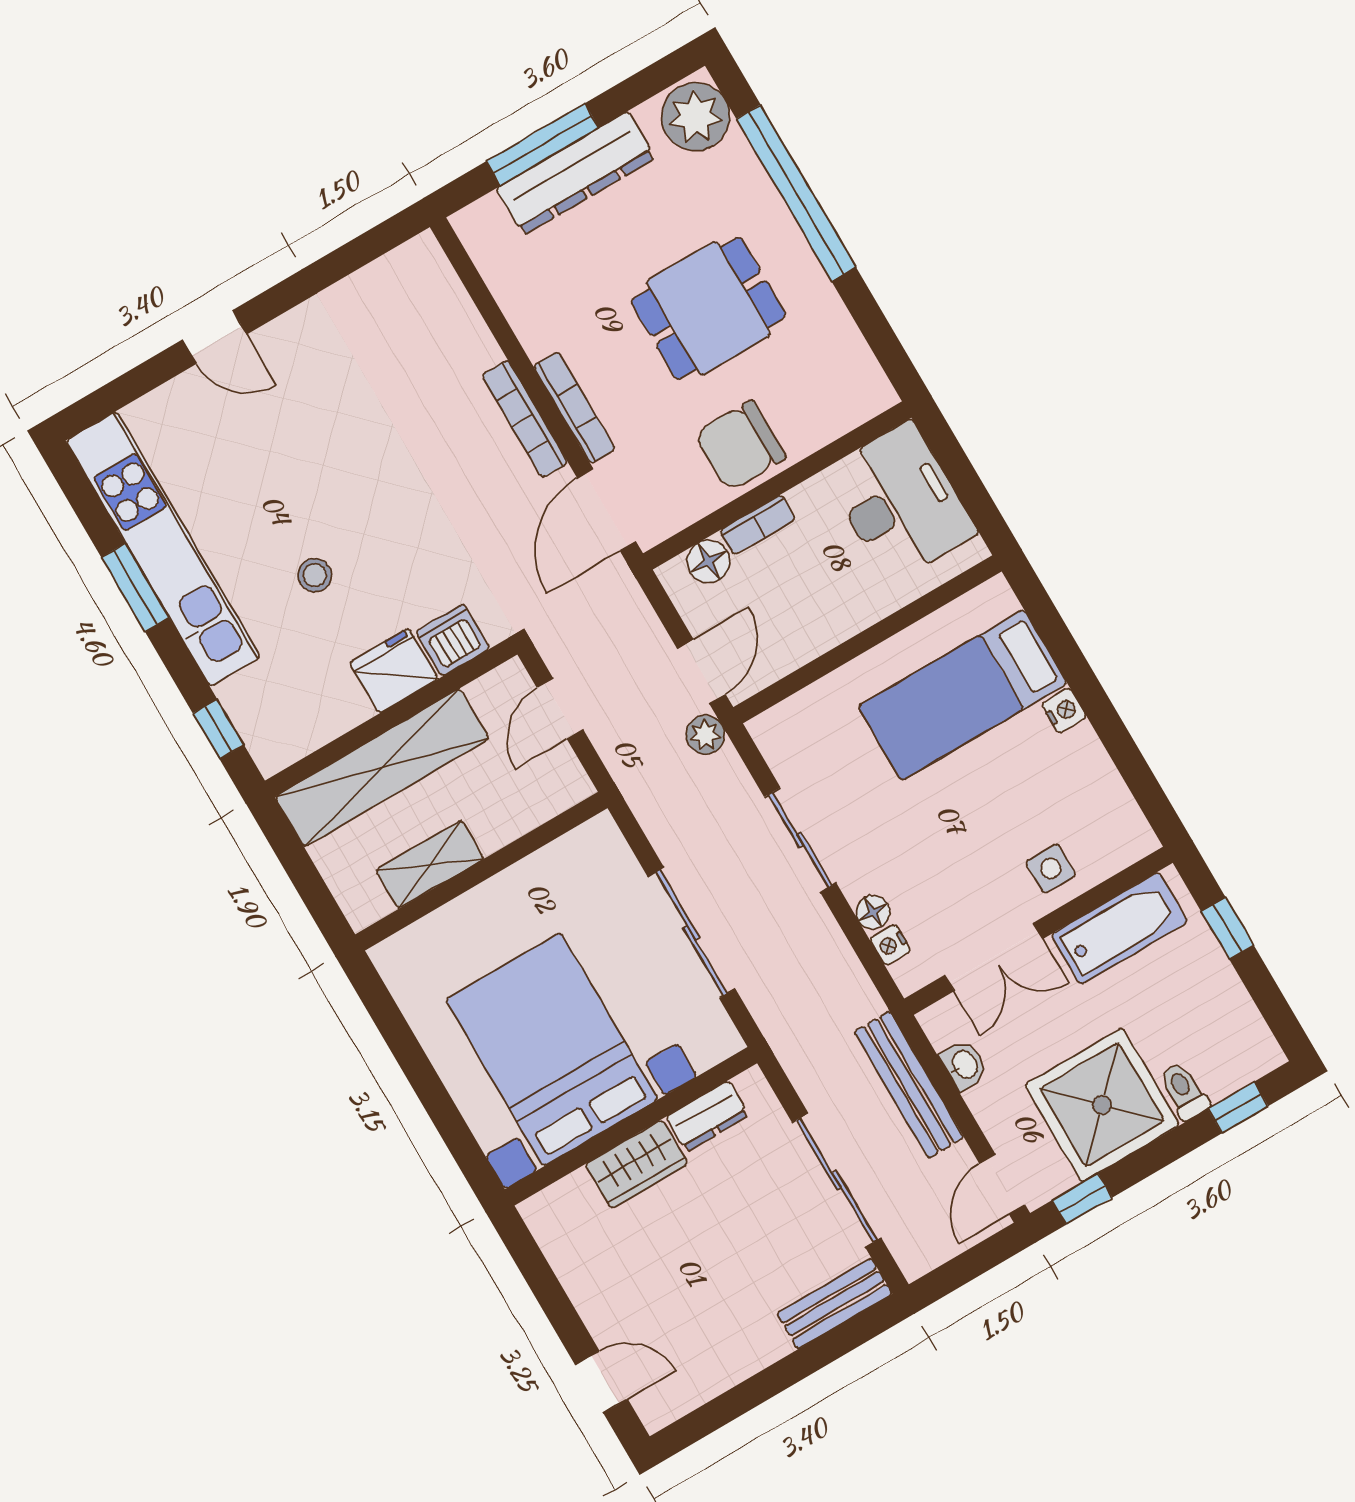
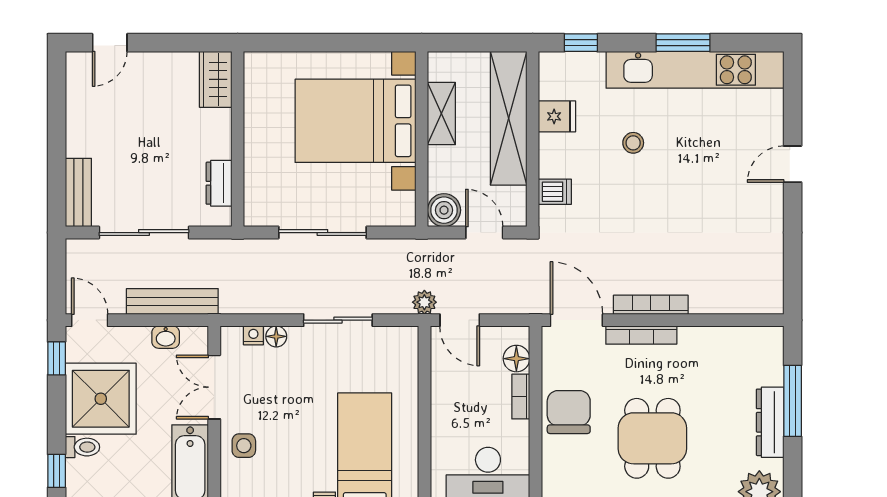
dresser: (576, 173) -> (770, 422), width x0.73, depth x0.80
dishwasher: (453, 640) -> (555, 192), width x0.73
fridge: (394, 671) -> (557, 116), moved, width x0.72
boiler: (562, 783) -> (444, 210), added
bed with nightstands: (552, 1049) -> (355, 121), moved, turned 180
wardrobe: (637, 1164) -> (216, 79), moved

